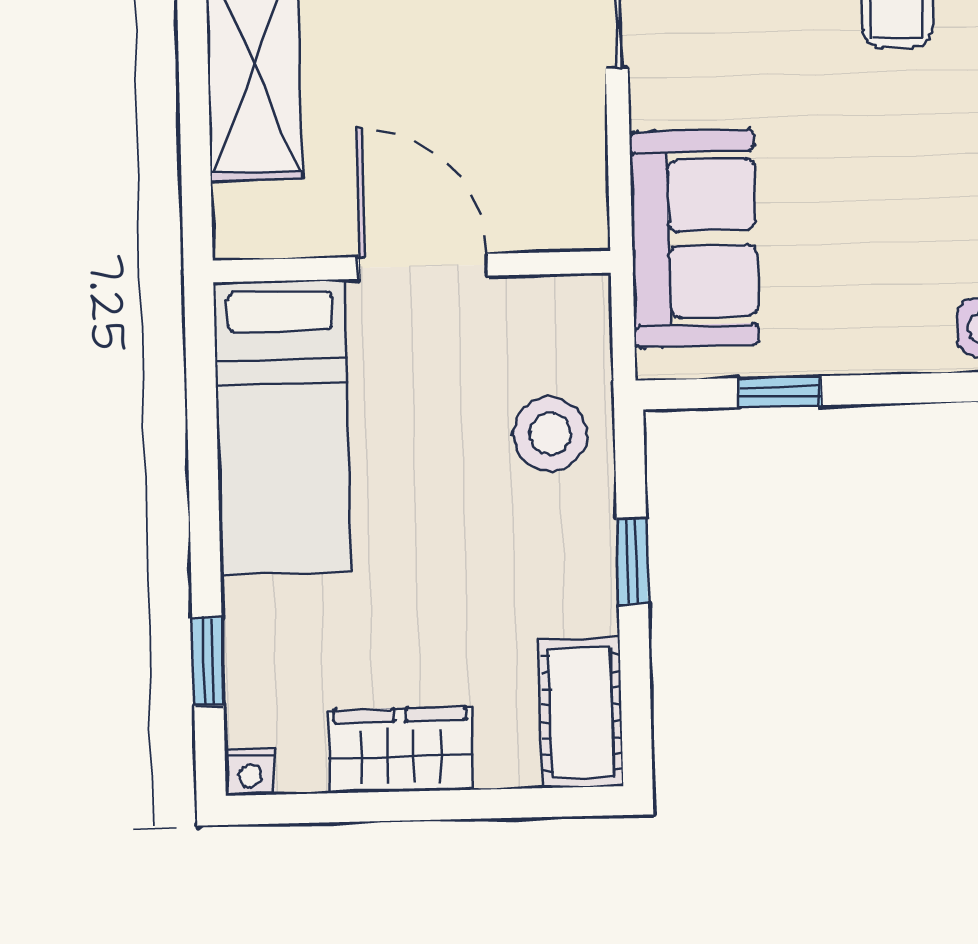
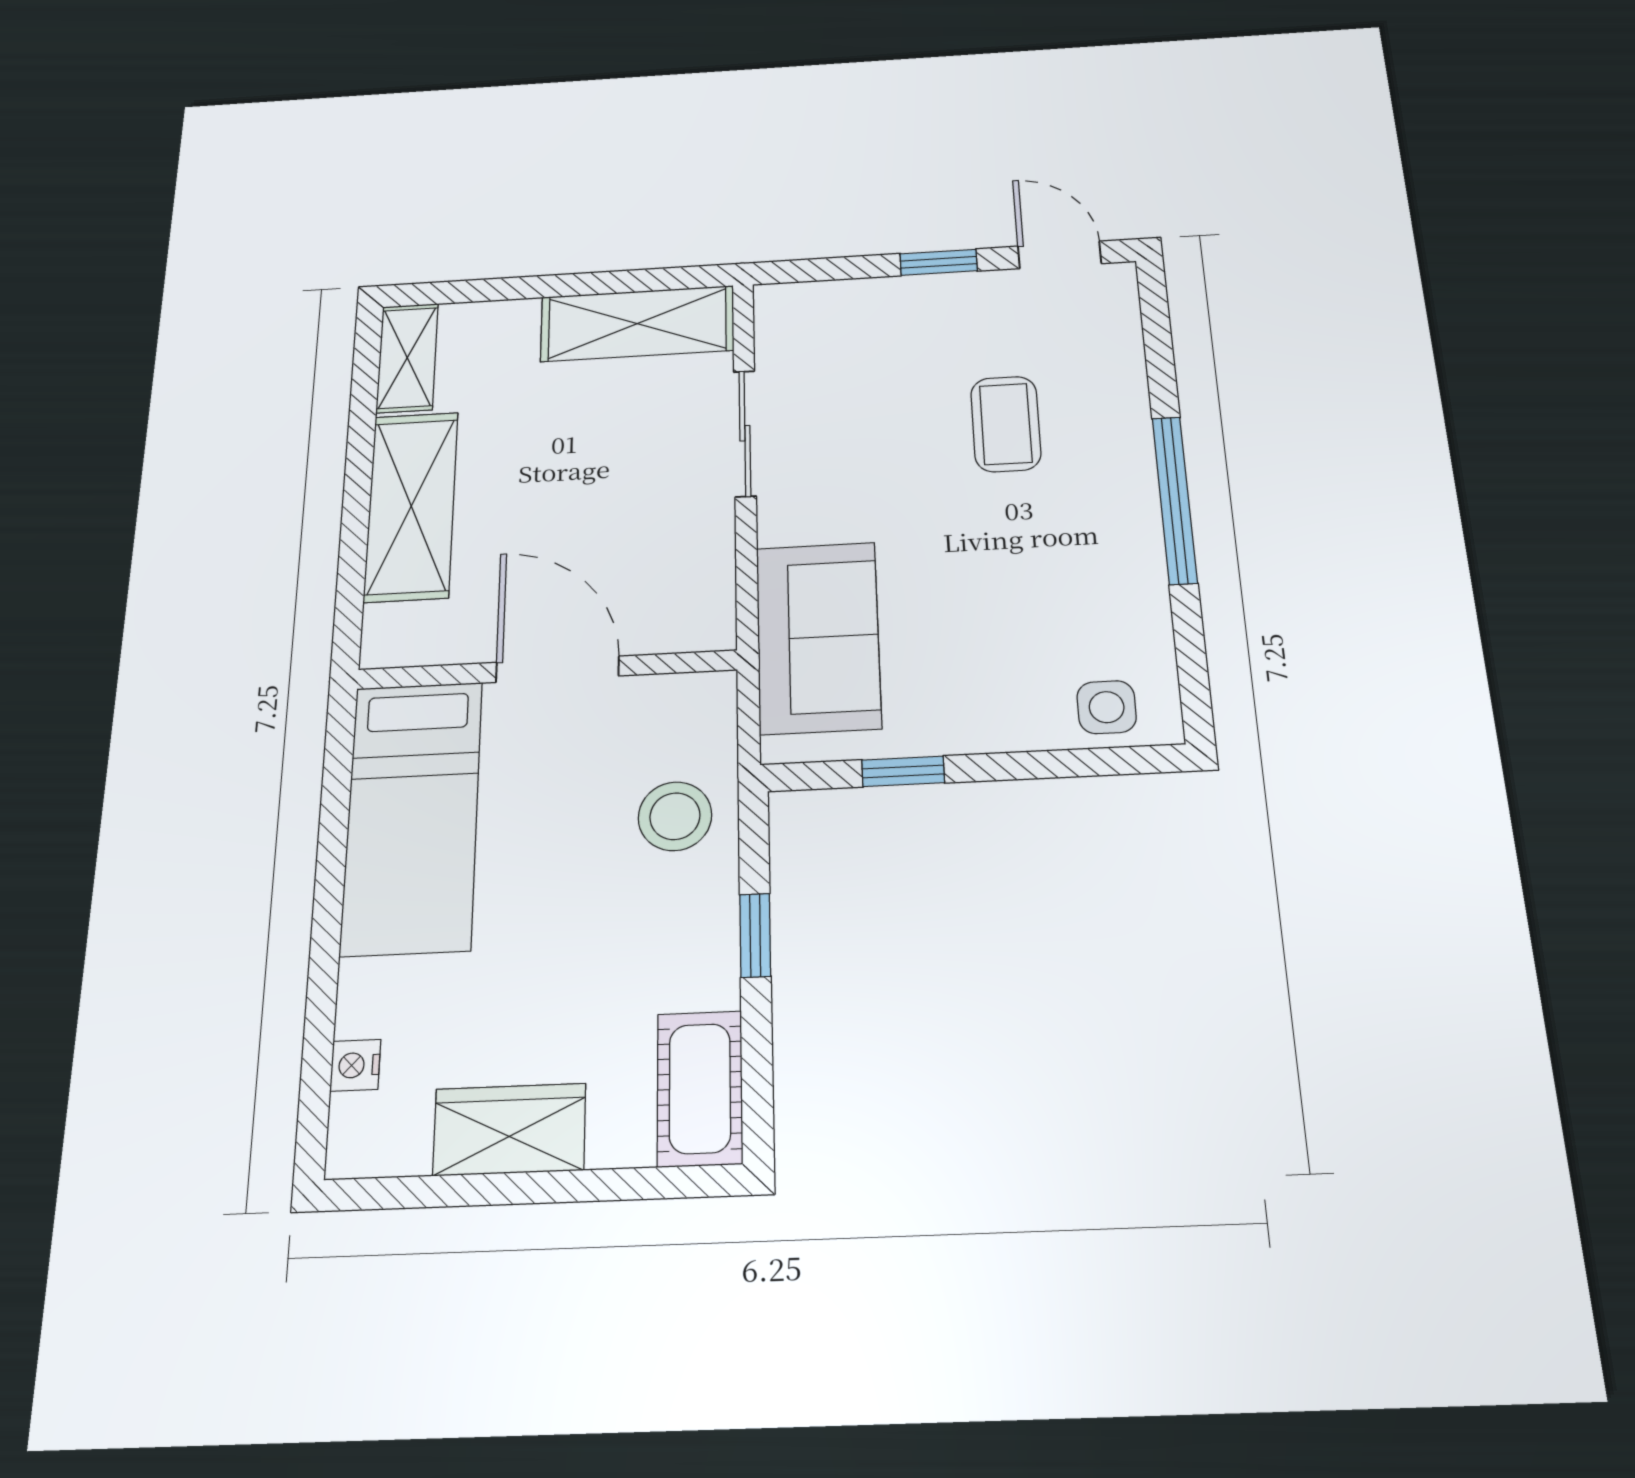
window: (208, 662) -> (318, 1043), removed
nightstand: (250, 772) -> (355, 1065), moved, turned 90

